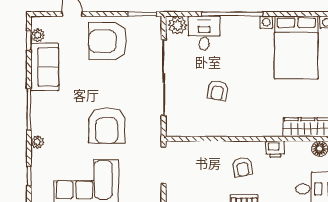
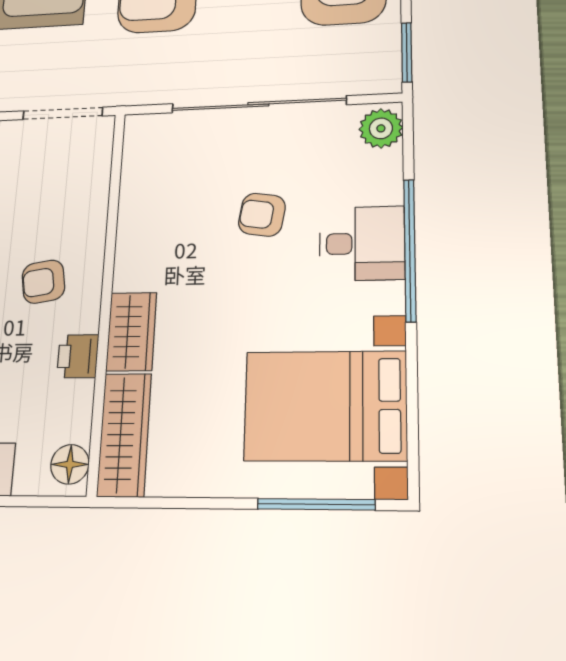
desk: (204, 33) -> (362, 243), moved
armchair: (218, 90) -> (262, 215), moved
wardrobe: (265, 127) -> (131, 332), added

